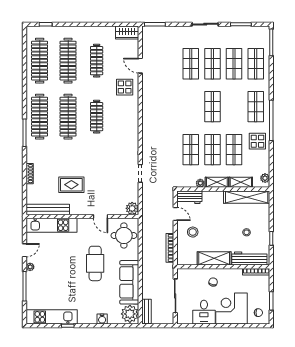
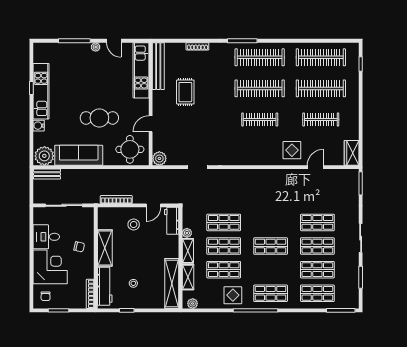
kitchen unit: (52, 317) -> (41, 91), moved

